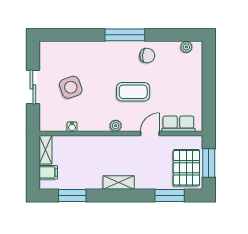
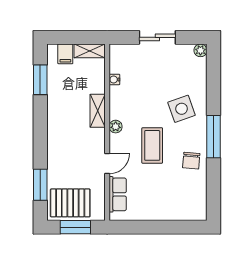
plant: (186, 47) -> (200, 50), moved
side table: (71, 87) -> (182, 109), moved
door: (150, 133) -> (107, 164), hinge flipped
shelving: (119, 183) -> (98, 111), moved

